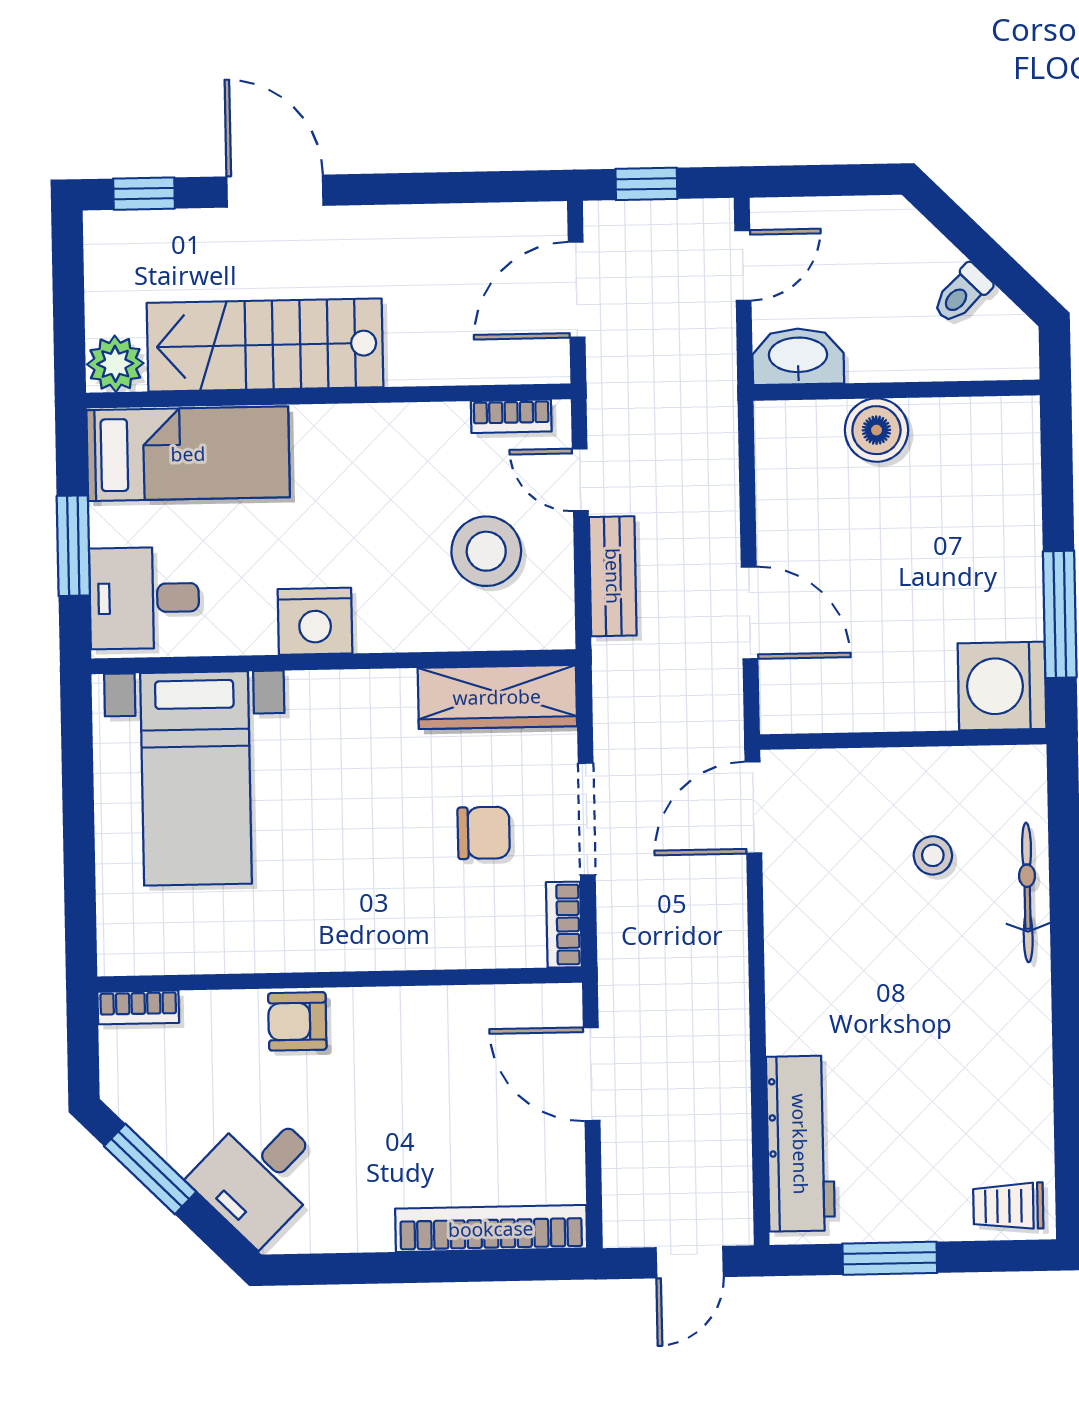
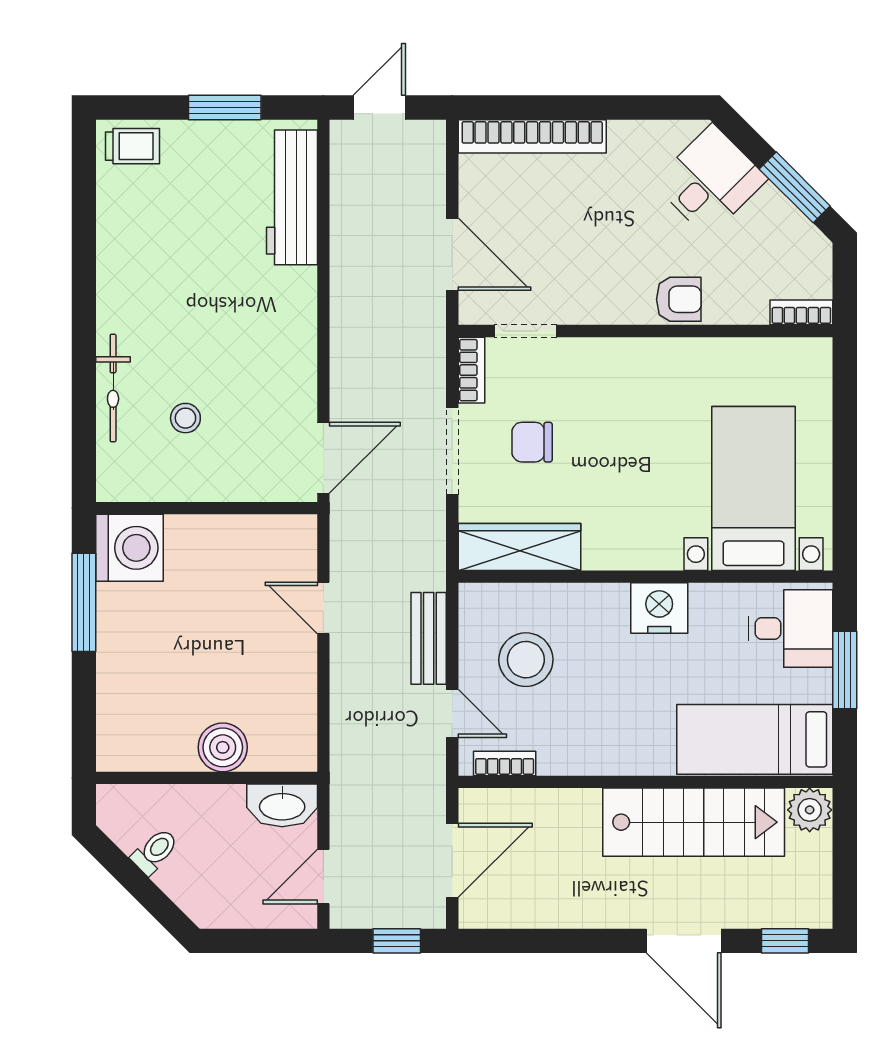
door: (750, 613) -> (323, 608), width x0.73
doorway: (495, 977) -> (525, 331), added

